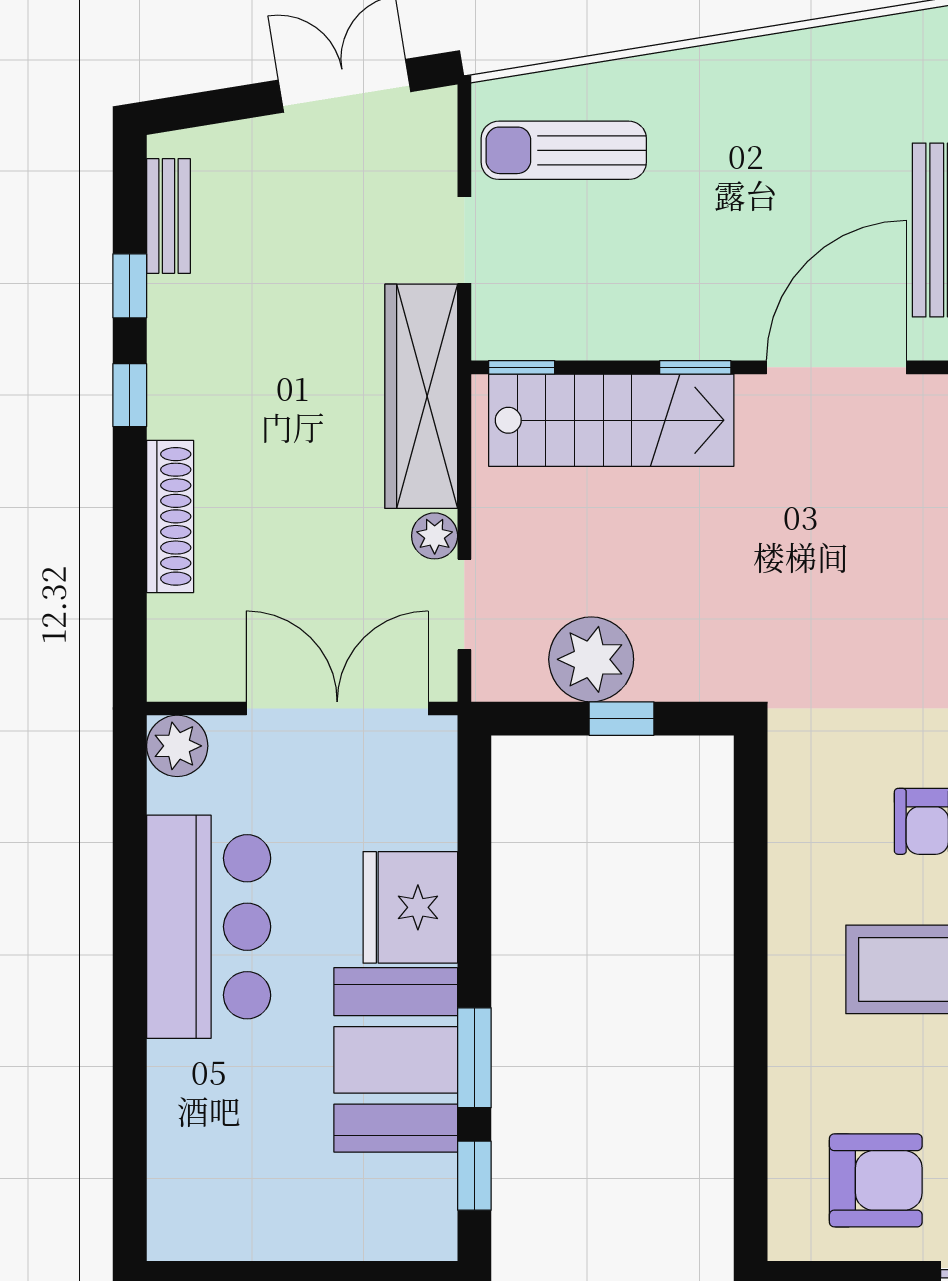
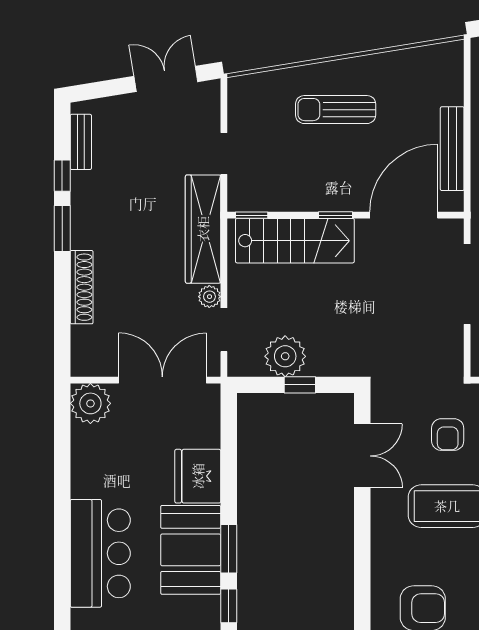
sun lounger: (564, 150) -> (336, 110), moved
window: (130, 395) -> (62, 229), width x1.50
plant: (177, 746) -> (90, 403), width x1.36, depth x1.36
double door: (751, 865) -> (362, 456), added
bar counter: (209, 927) -> (100, 553), moved

